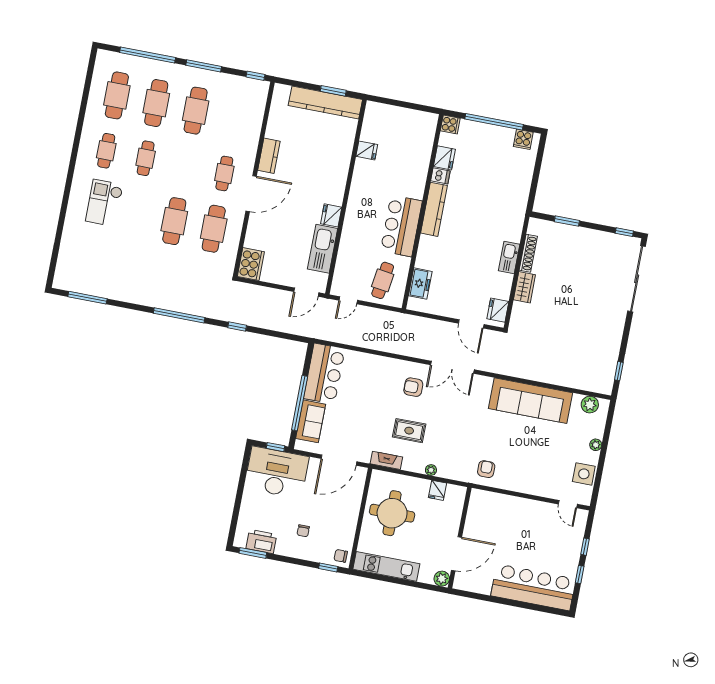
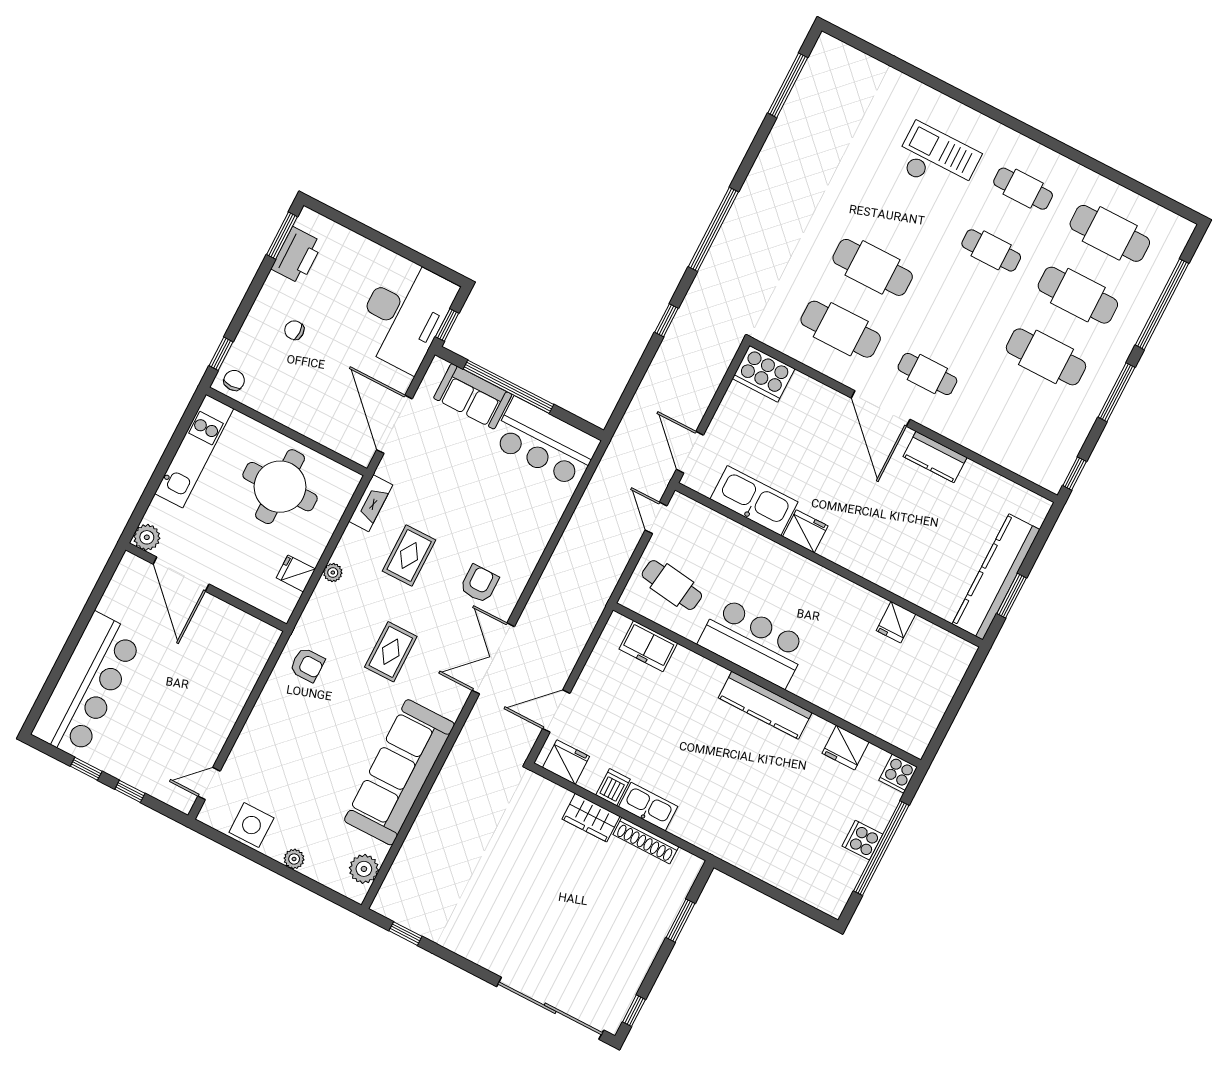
cooker: (523, 139) -> (862, 840), moved
dishwasher: (440, 176) -> (613, 787), moved, turned 180
rug: (465, 425) -> (391, 652), added

